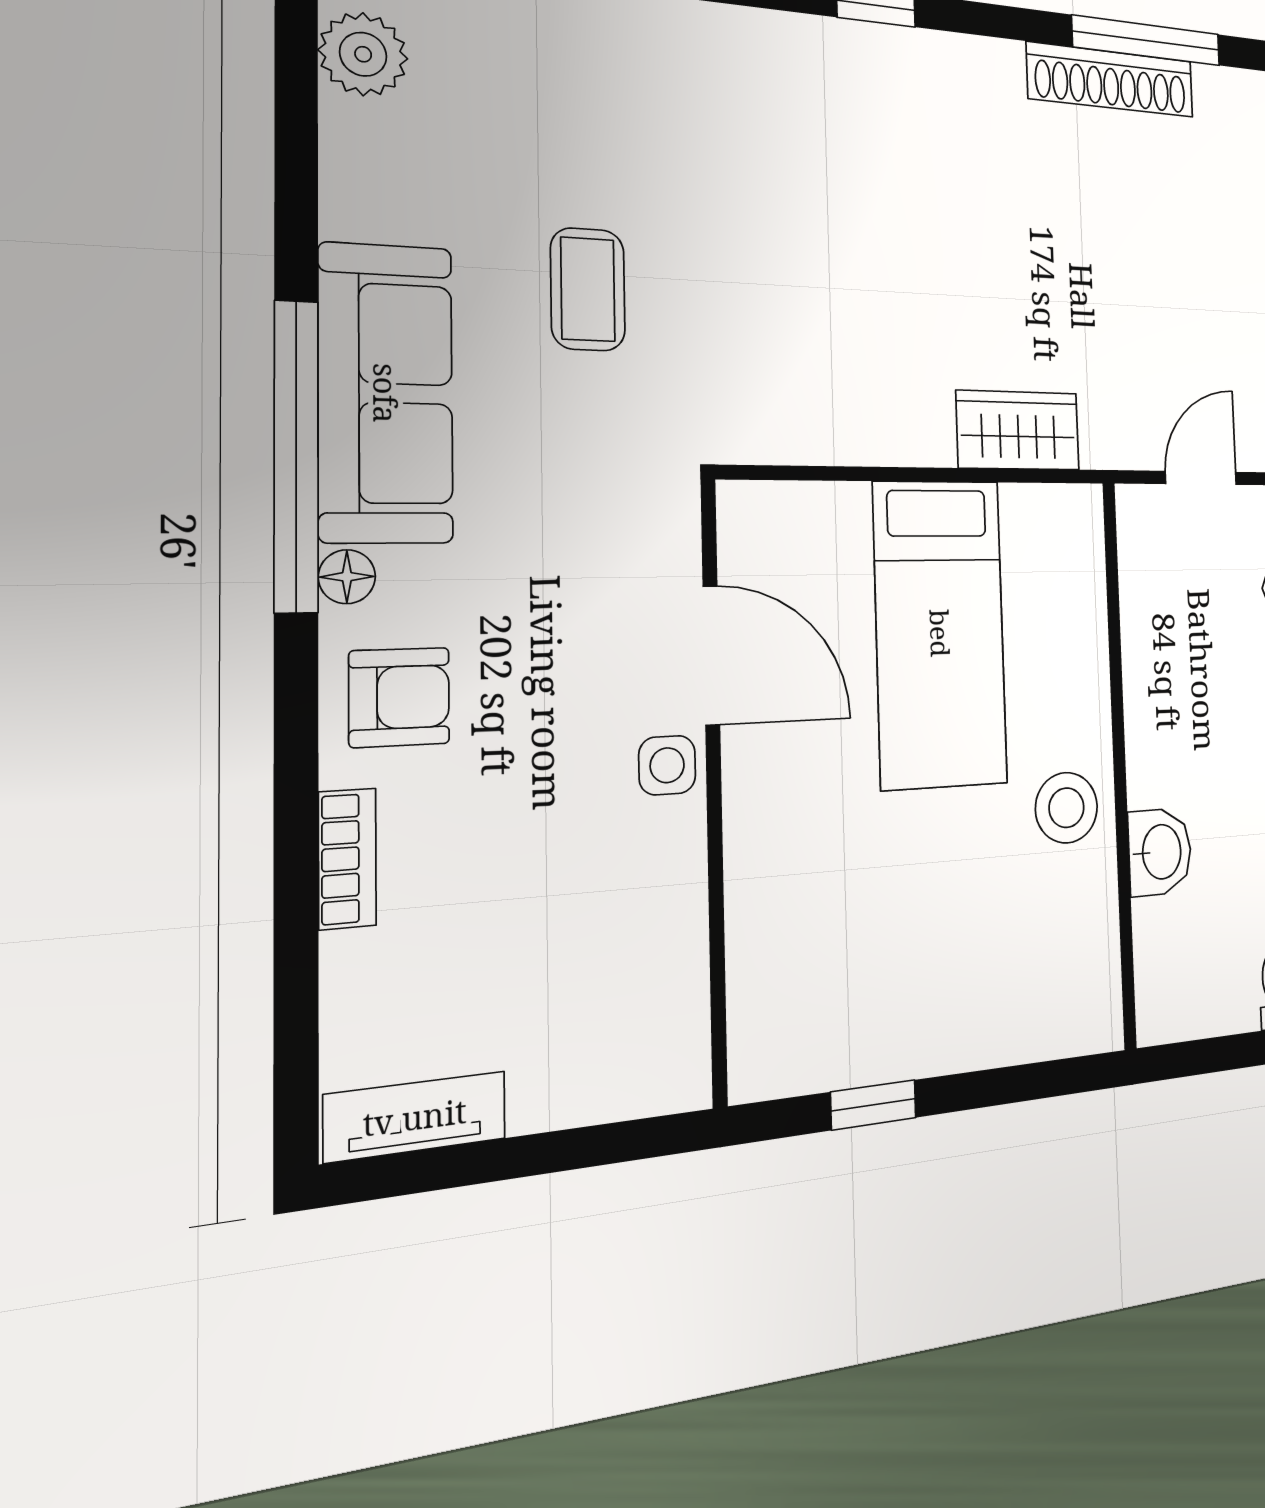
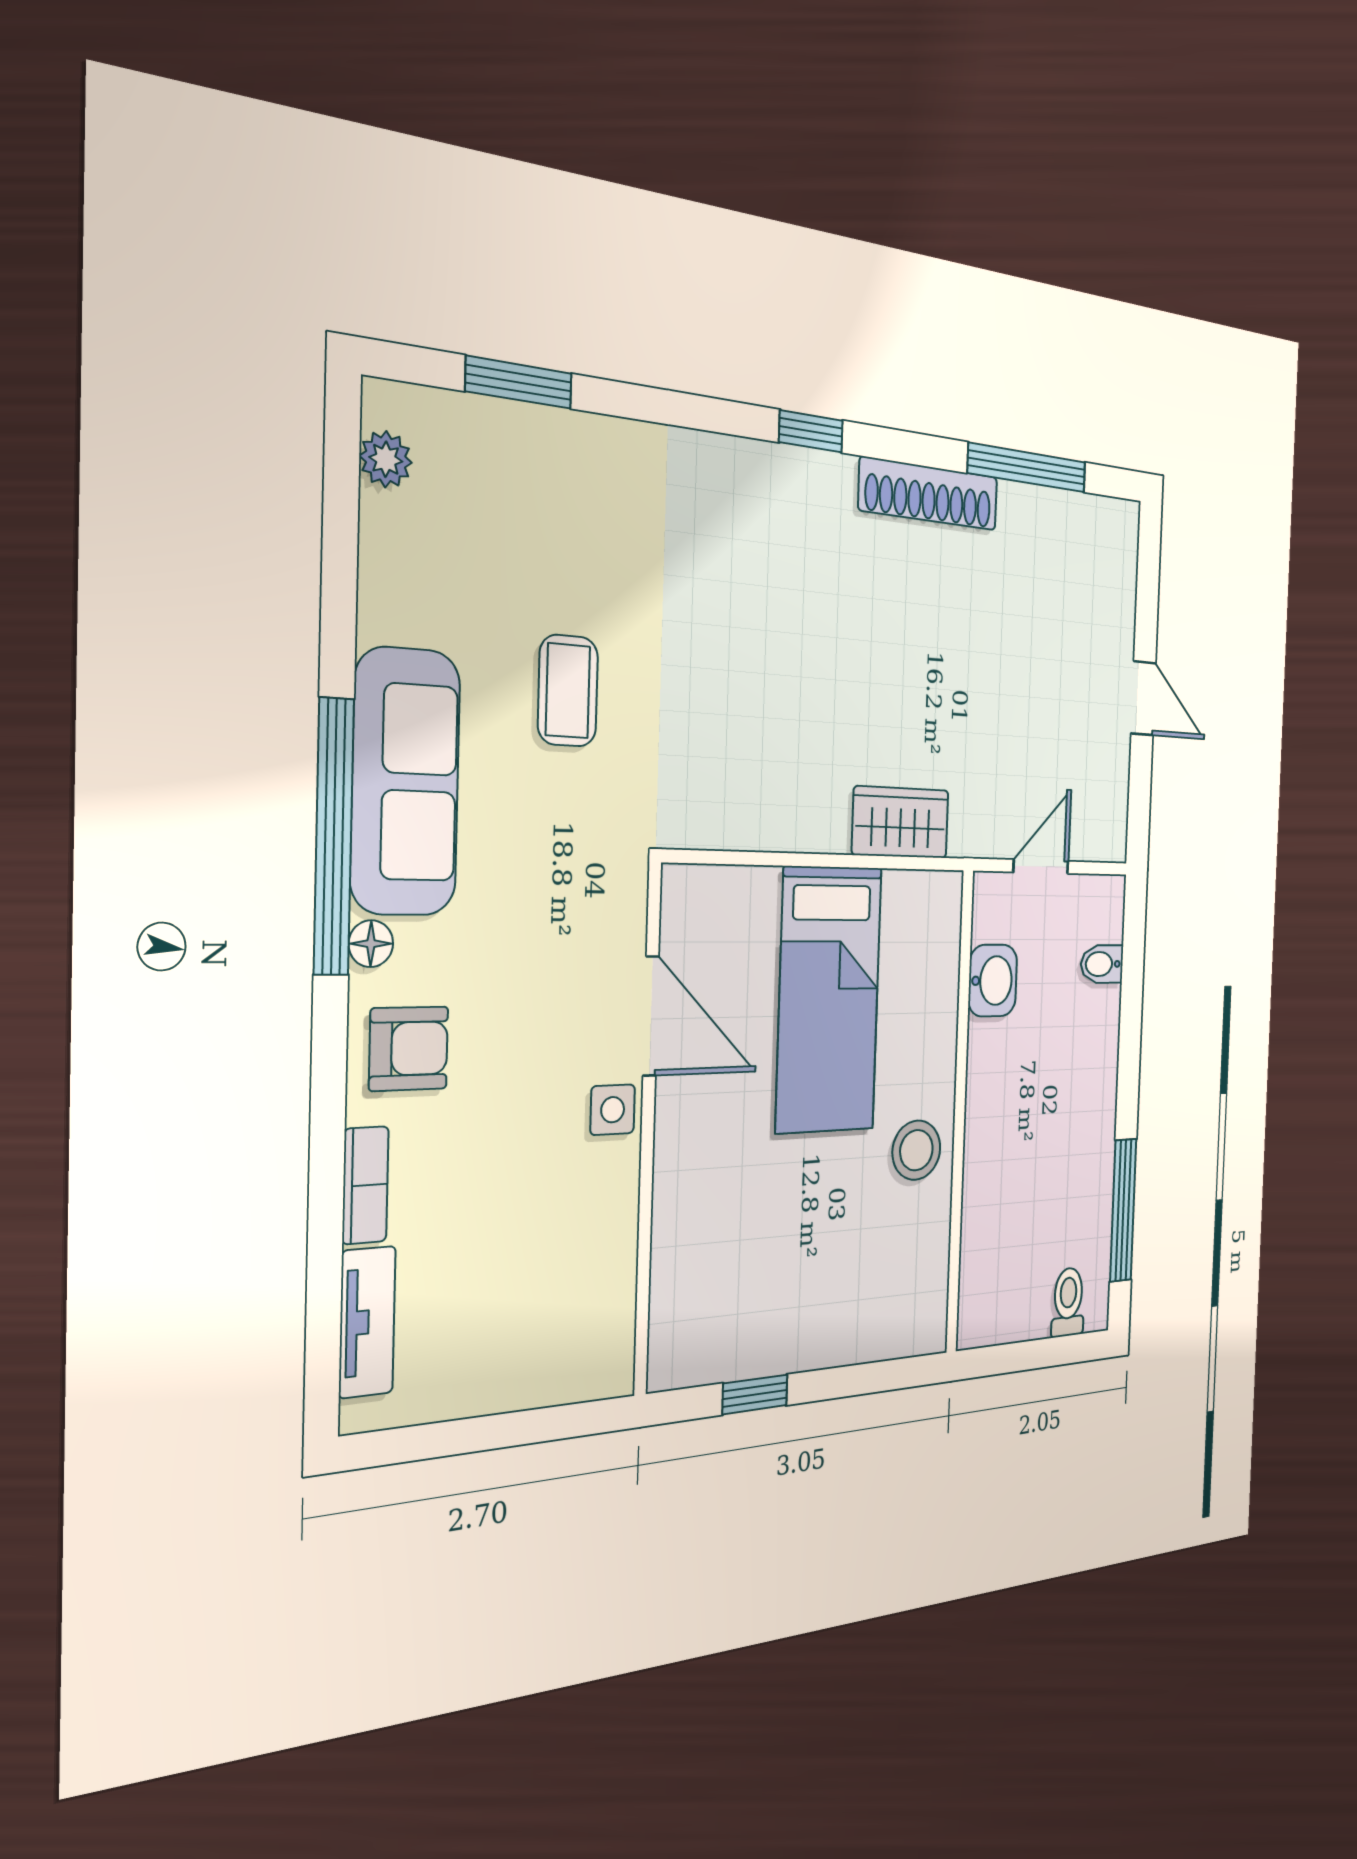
plant: (363, 54) -> (386, 459), width x0.73, depth x0.73
shoe rack: (1111, 80) -> (929, 494), moved
washbasin: (1160, 852) -> (993, 981), moved
tv unit: (415, 1117) -> (367, 1322), moved, turned 90

